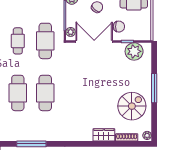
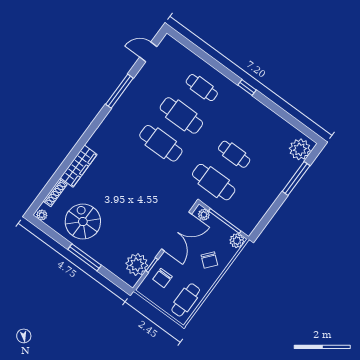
chair: (119, 27) -> (162, 278), moved
spiral stairs: (132, 106) -> (83, 222), turned 180
wardrobe: (104, 135) -> (79, 166), width x1.50

